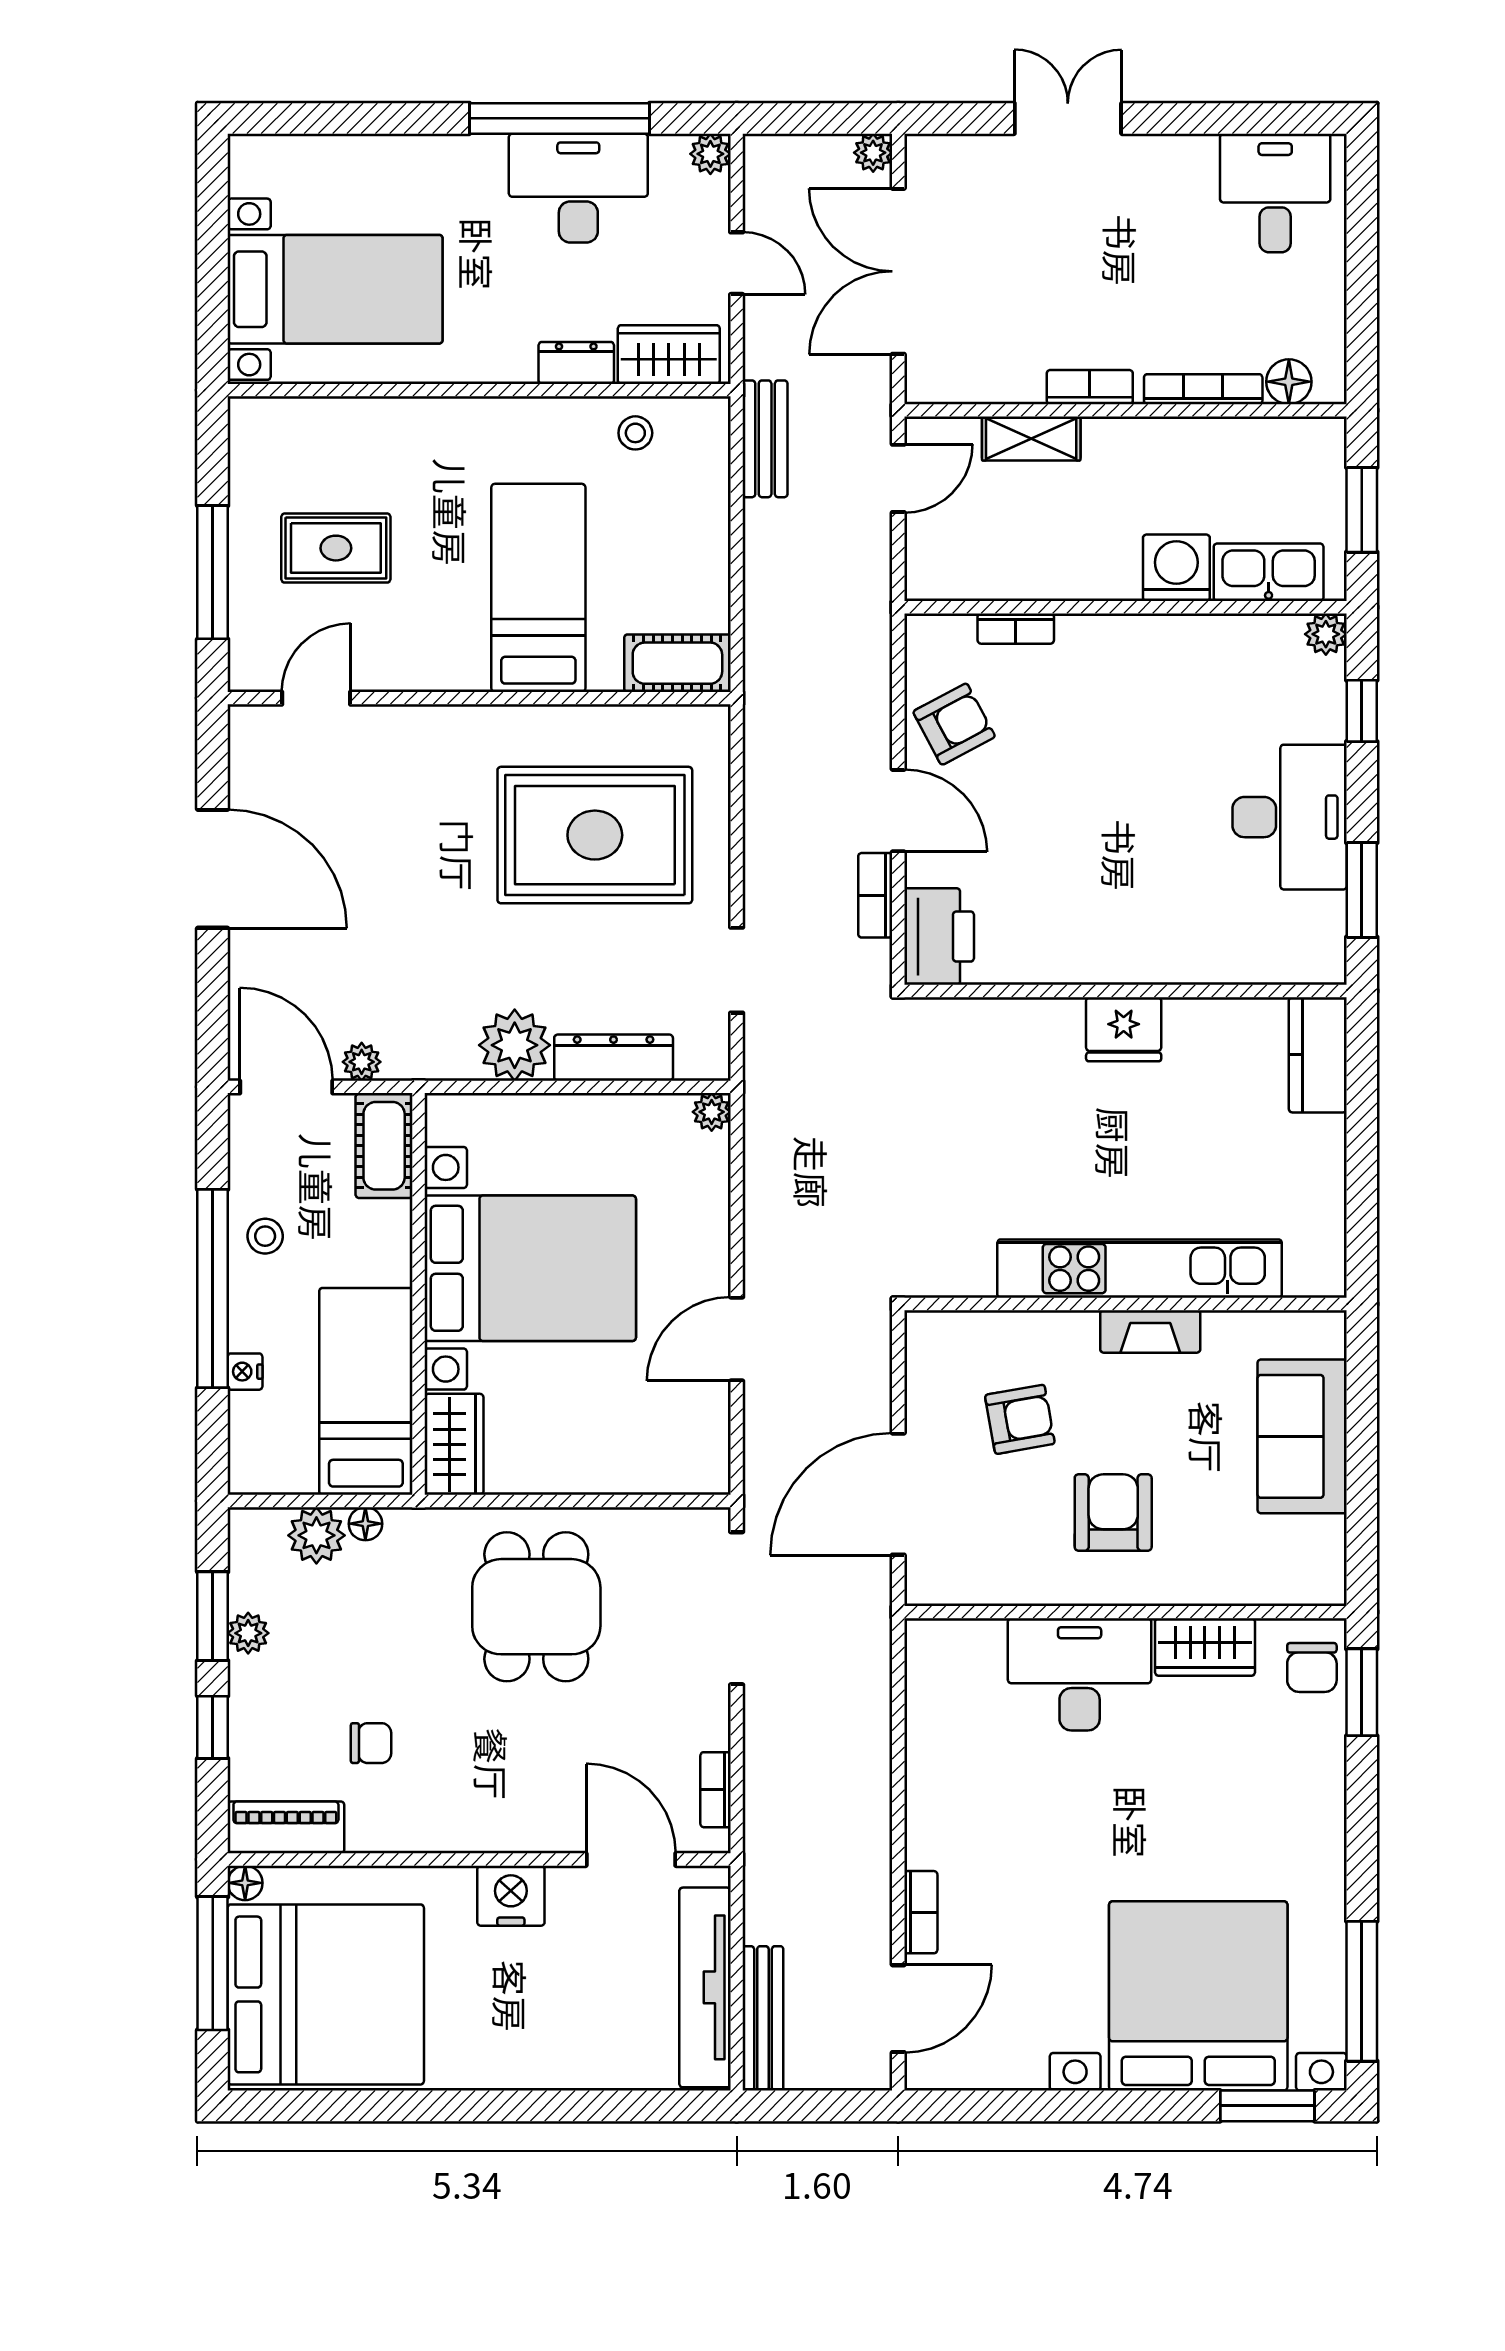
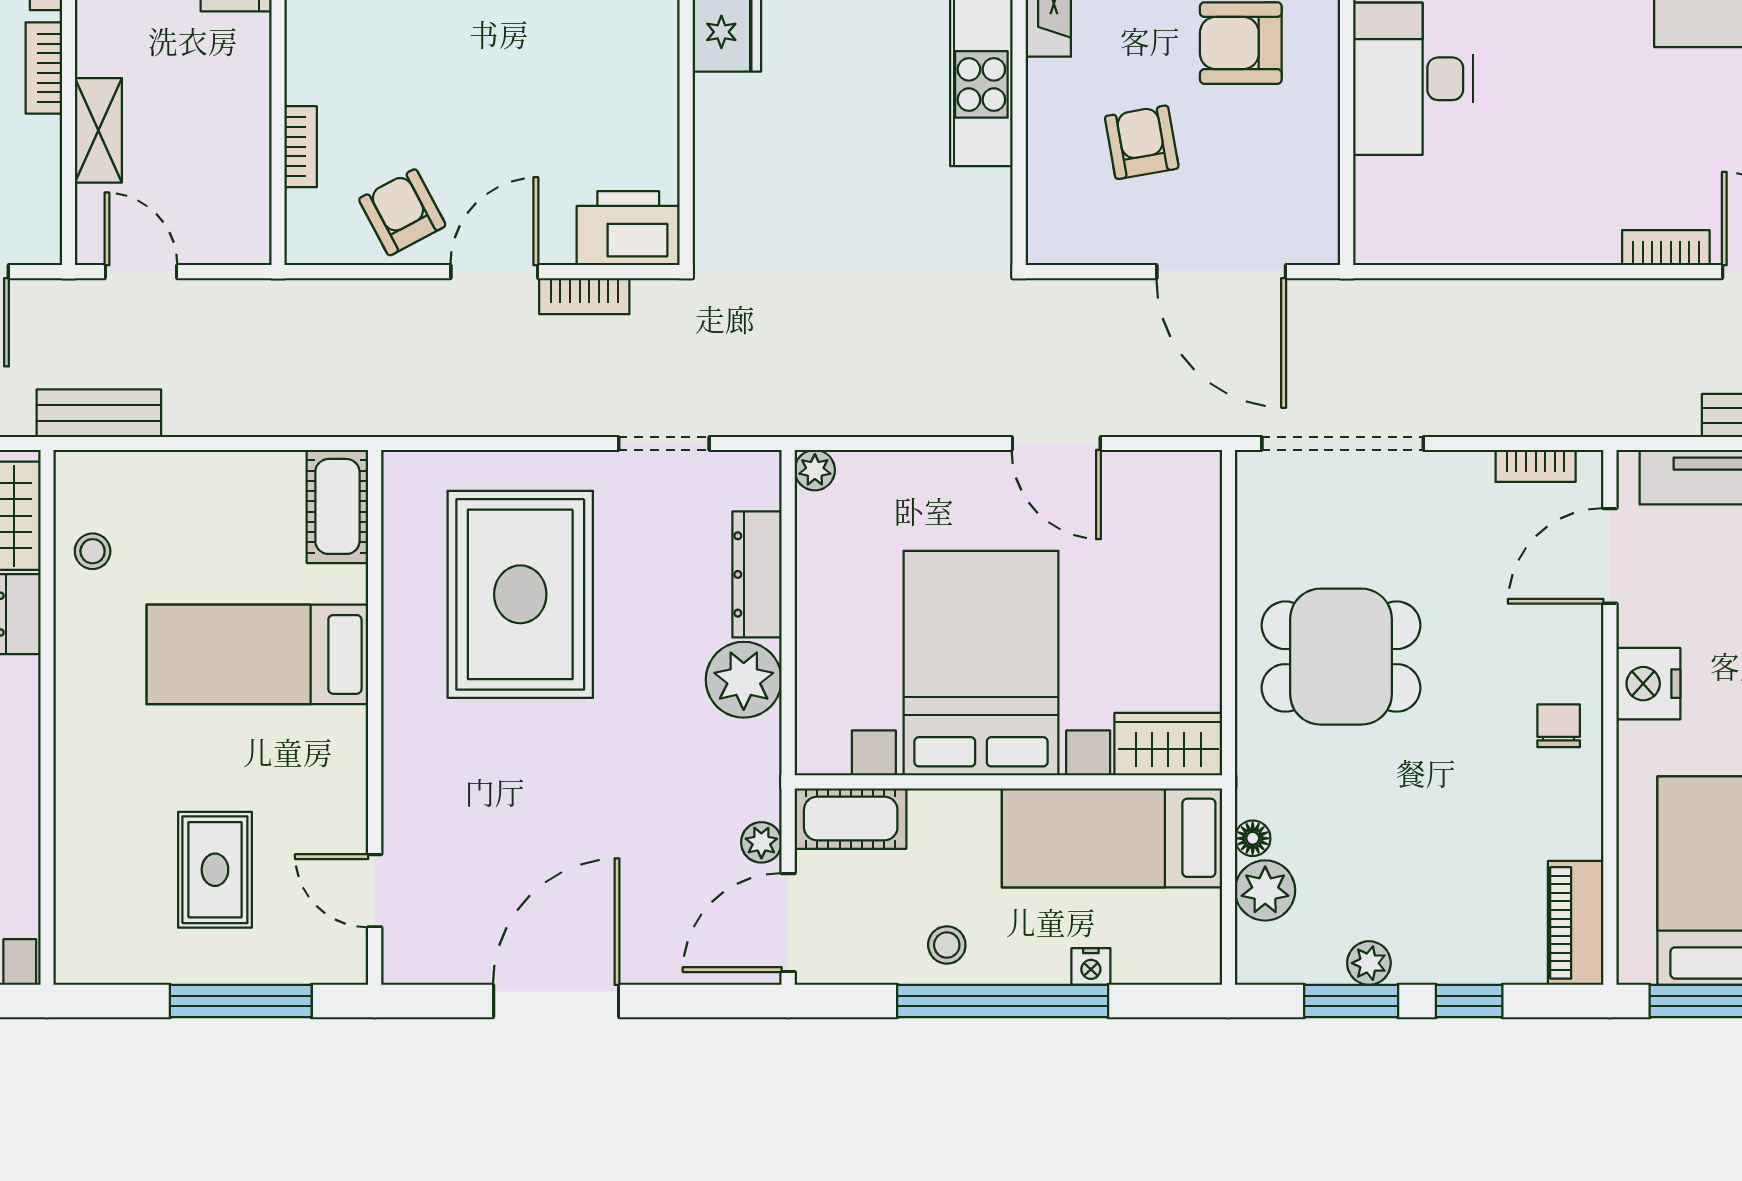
chair: (371, 1743) -> (1559, 726), moved
floor lamp: (245, 1883) -> (1635, 966), removed

